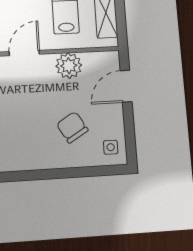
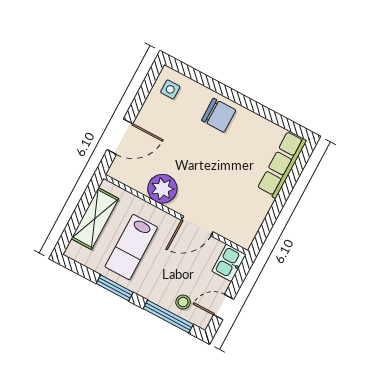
chair: (72, 127) -> (219, 115), moved, turned -59

